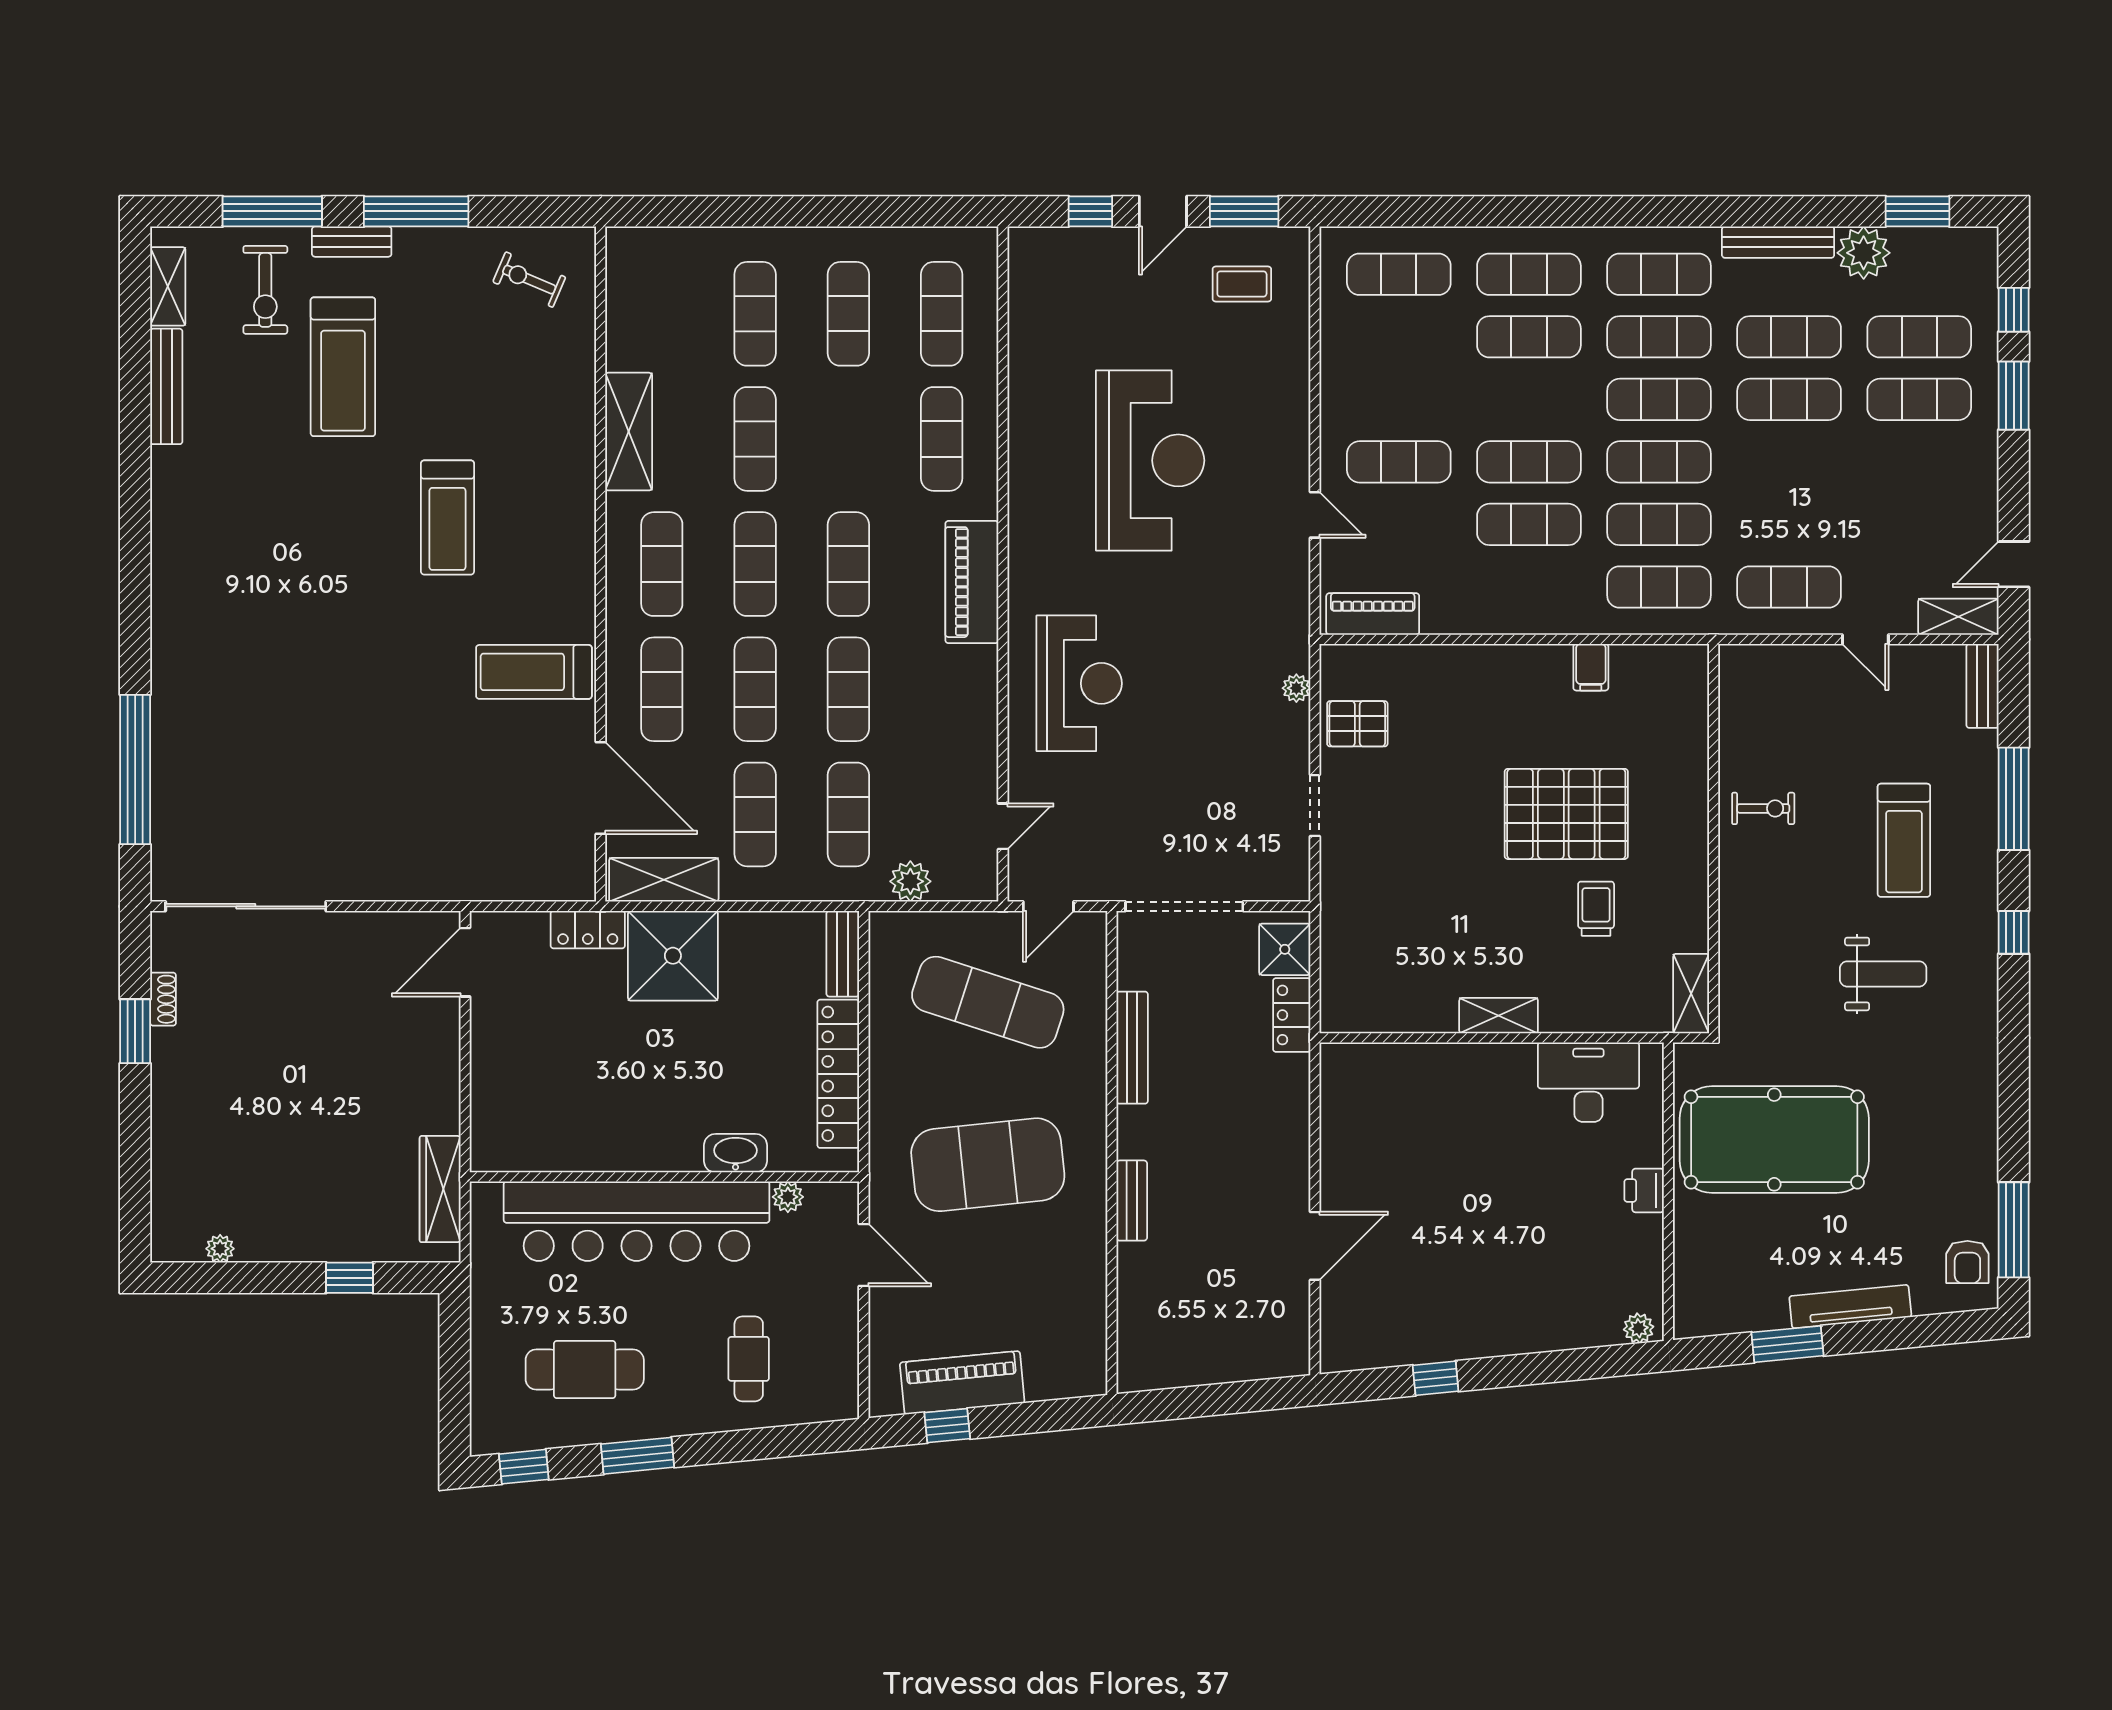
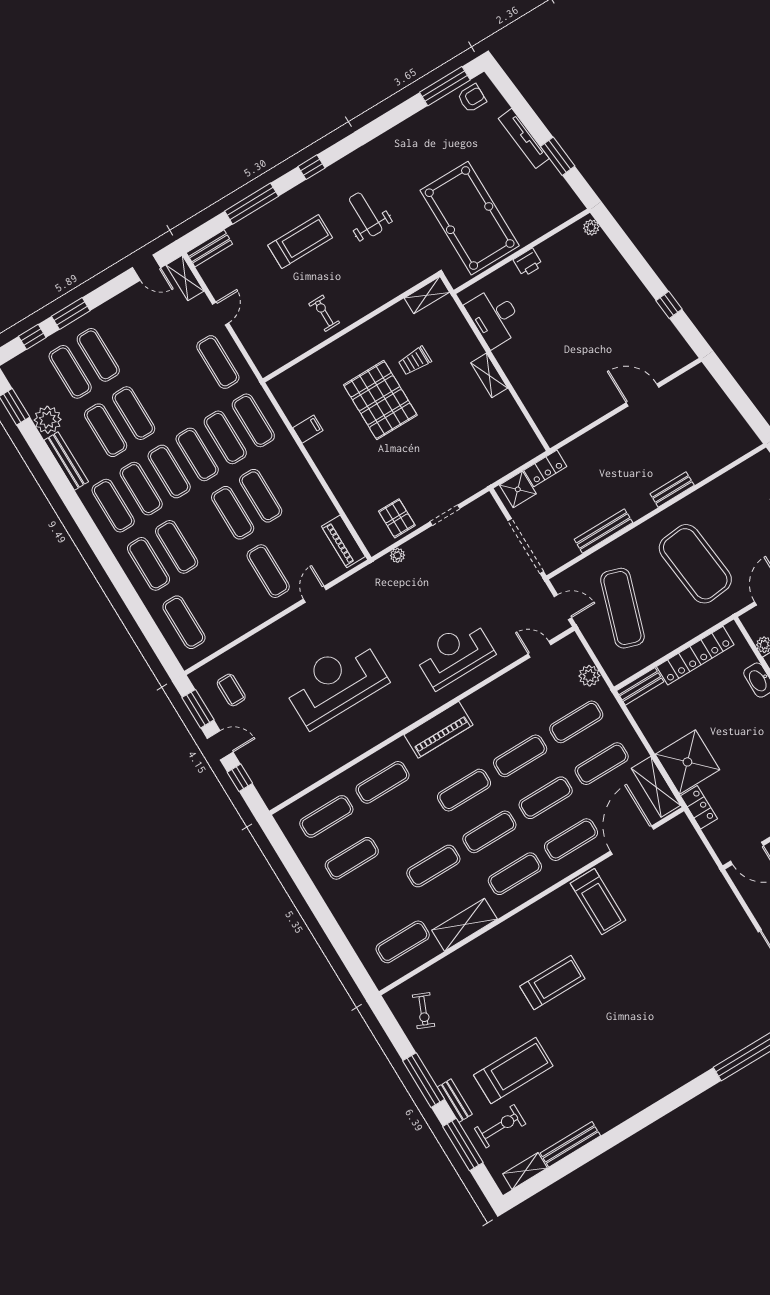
exercise mat: (755, 314) -> (403, 942), moved

